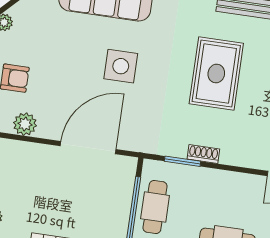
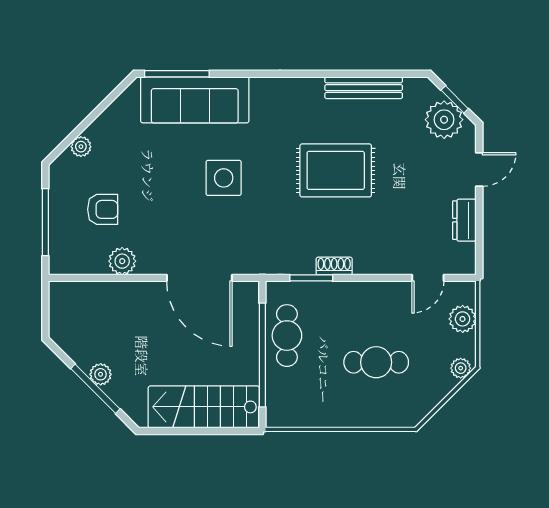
rug: (216, 73) -> (336, 170), turned 90
door: (88, 148) -> (199, 278), swing flipped

